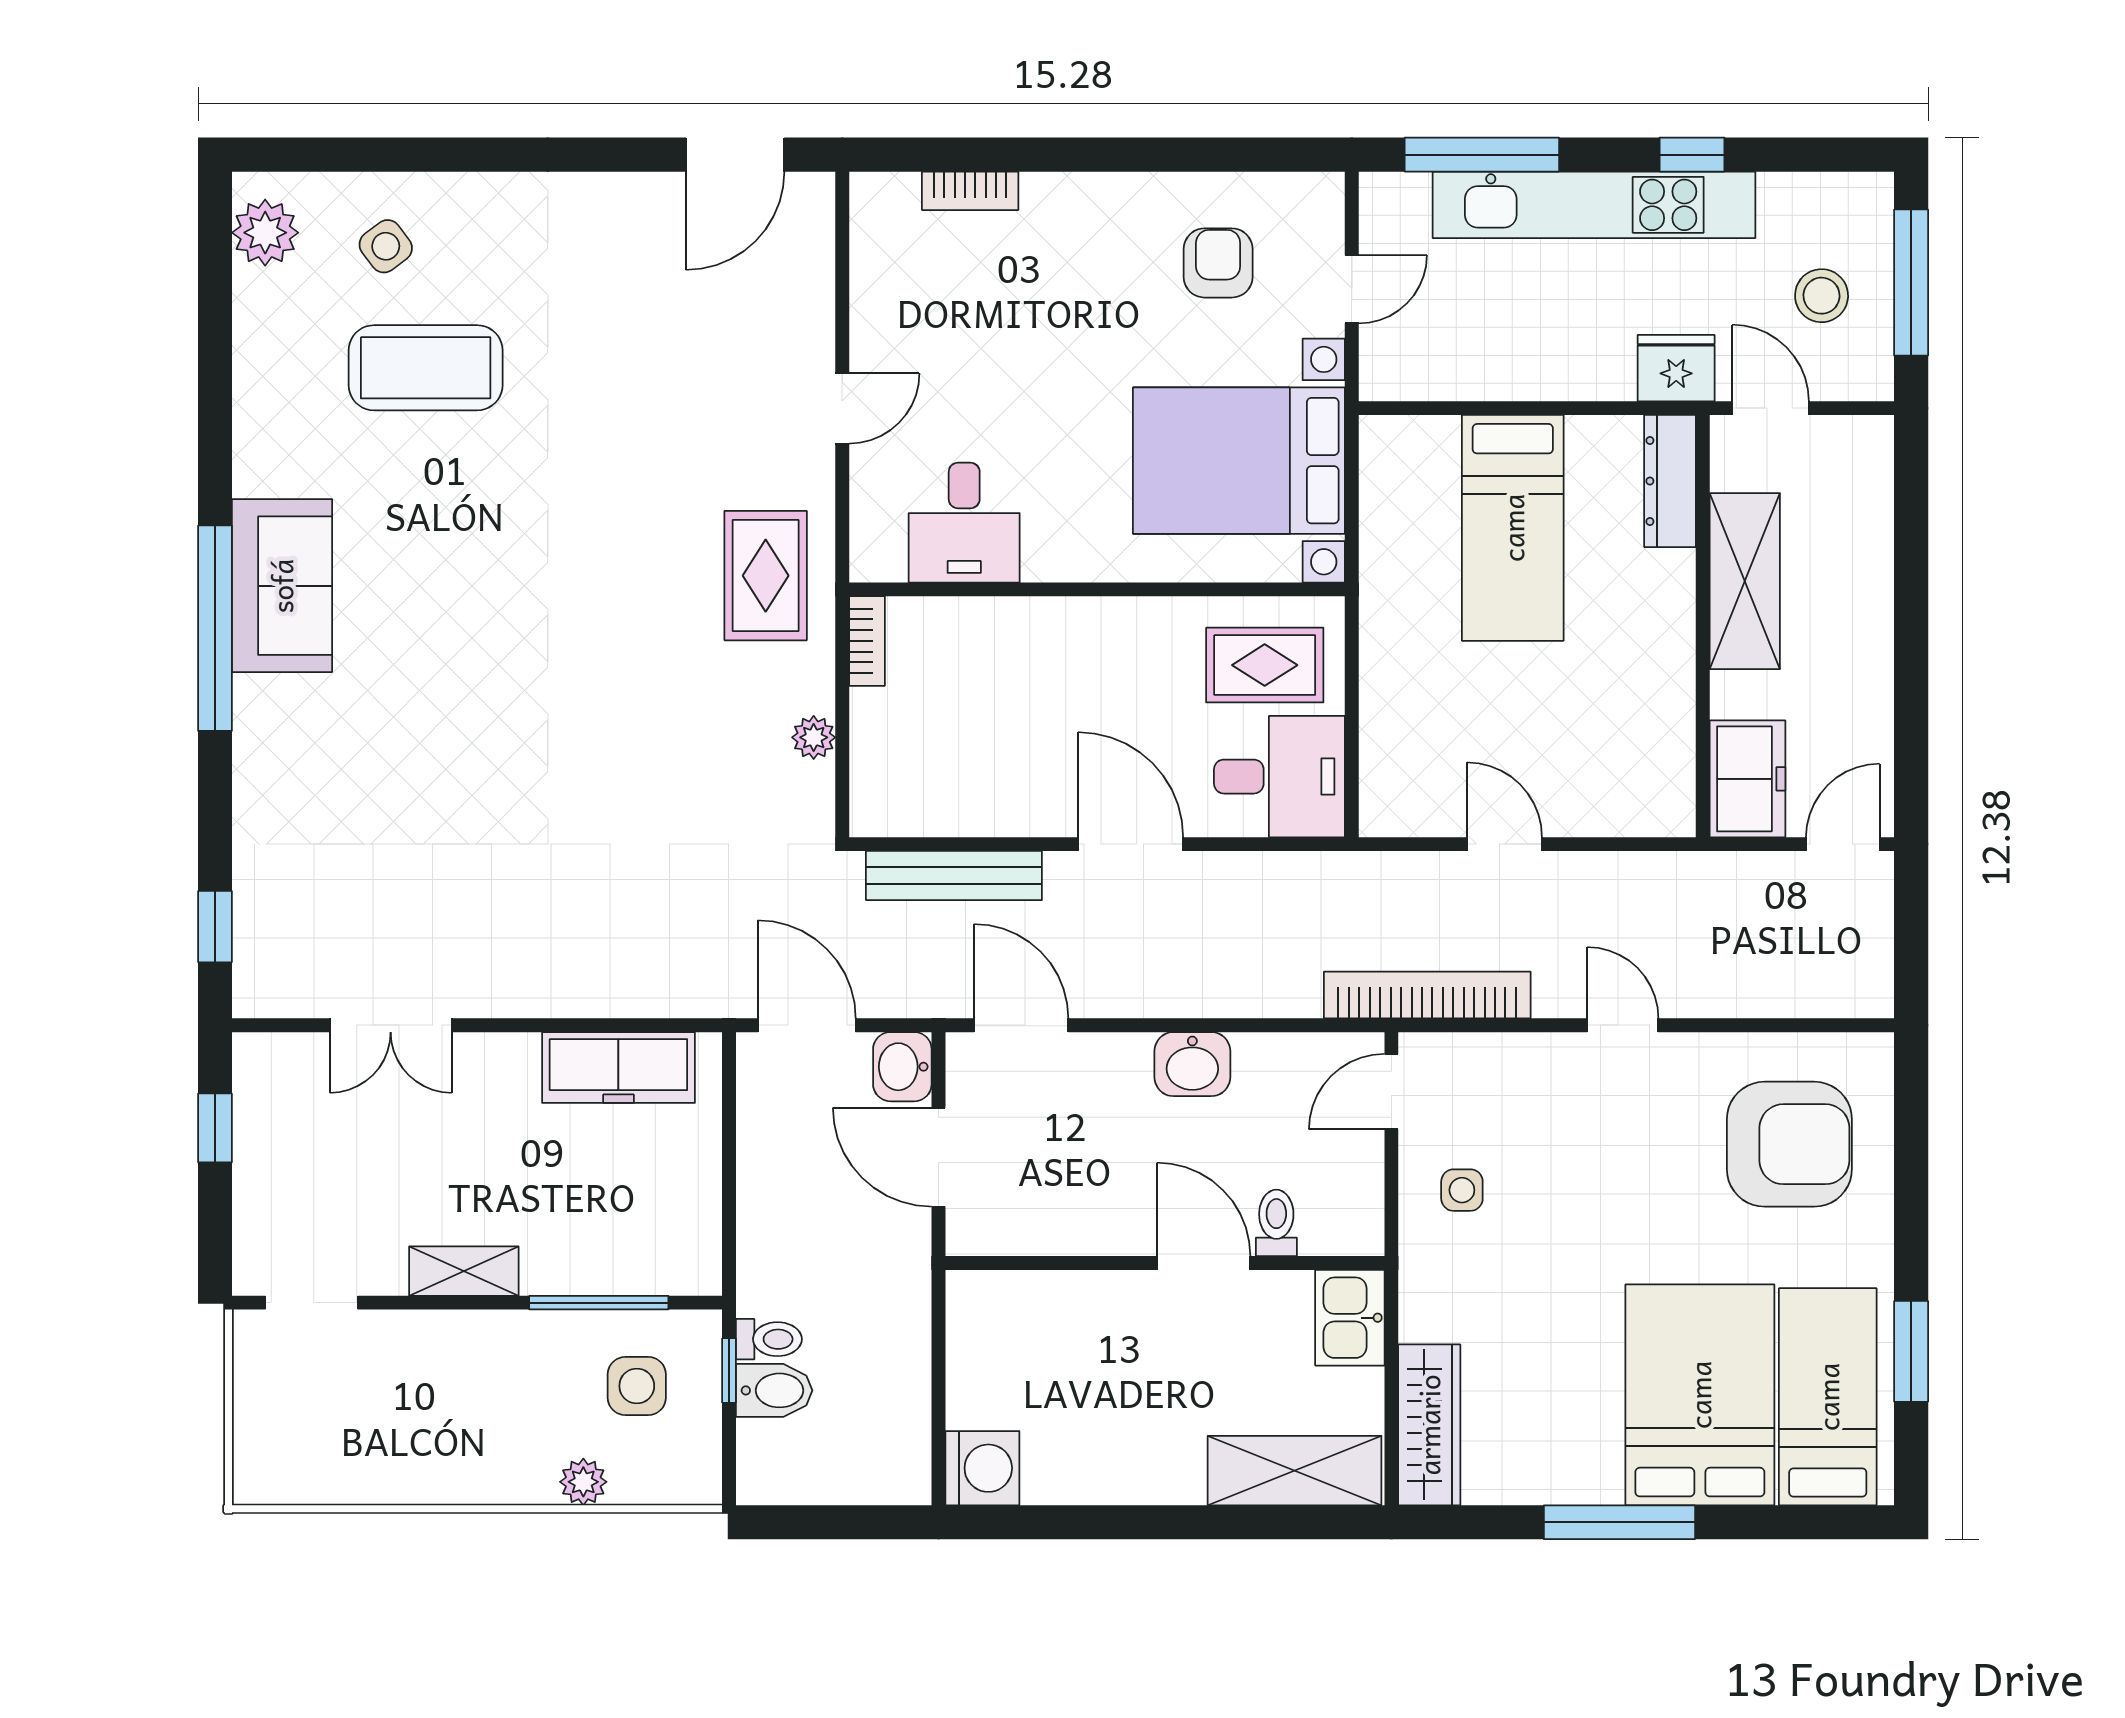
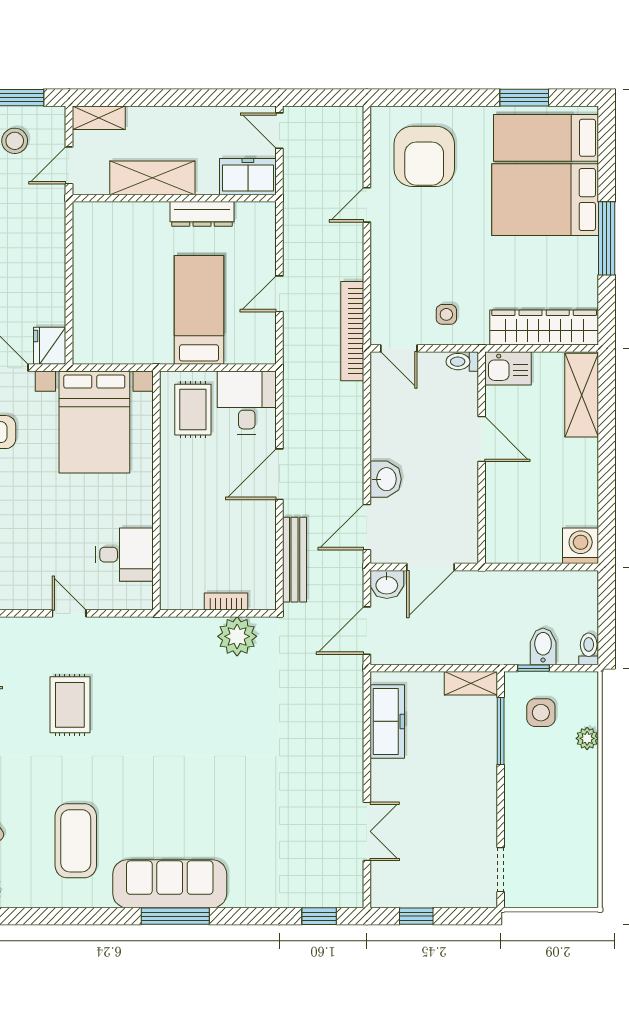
coffee table: (426, 368) -> (76, 841), moved
fridge: (1676, 368) -> (50, 346), moved
shelving: (1869, 470) -> (99, 118), added
dresser: (1670, 481) -> (202, 214), moved
bed: (1513, 528) -> (199, 310), moved, turned -90
rug: (766, 576) -> (70, 705), moved, turned 90
sofa: (282, 586) -> (170, 884), width x1.36
window: (215, 628) -> (175, 916), width x0.68
bookcase: (867, 641) -> (226, 602), moved
plant: (814, 737) -> (237, 636), width x1.88, depth x1.88
door: (1623, 1025) -> (367, 205), moved
washbasin: (1192, 1064) -> (386, 479), moved
armchair: (1789, 1144) -> (424, 156), turned 180
toilet: (1276, 1223) -> (462, 362), moved
door: (1204, 1263) -> (482, 439), swing flipped
shelving: (464, 1271) -> (471, 683), moved, turned 90
toilet: (769, 1339) -> (589, 649), moved
wardrobe: (1429, 1425) -> (544, 328), width x1.40, depth x1.17

